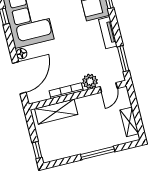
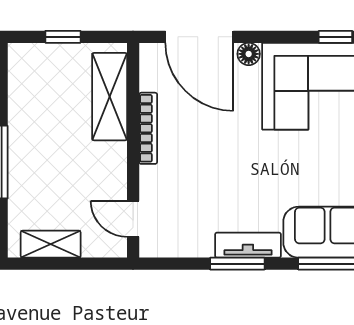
window: (123, 59) -> (237, 264), moved
plant: (90, 81) -> (156, 183), removed
window: (37, 150) -> (63, 37), moved

